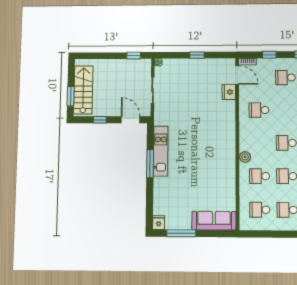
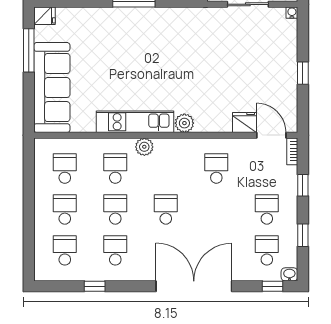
door: (237, 75) -> (271, 135), swing flipped
plant: (229, 131) -> (184, 123), added
kitchen unit: (161, 151) -> (135, 122), moved, turned 180
sofa: (214, 221) -> (52, 88), width x1.36, depth x1.27

